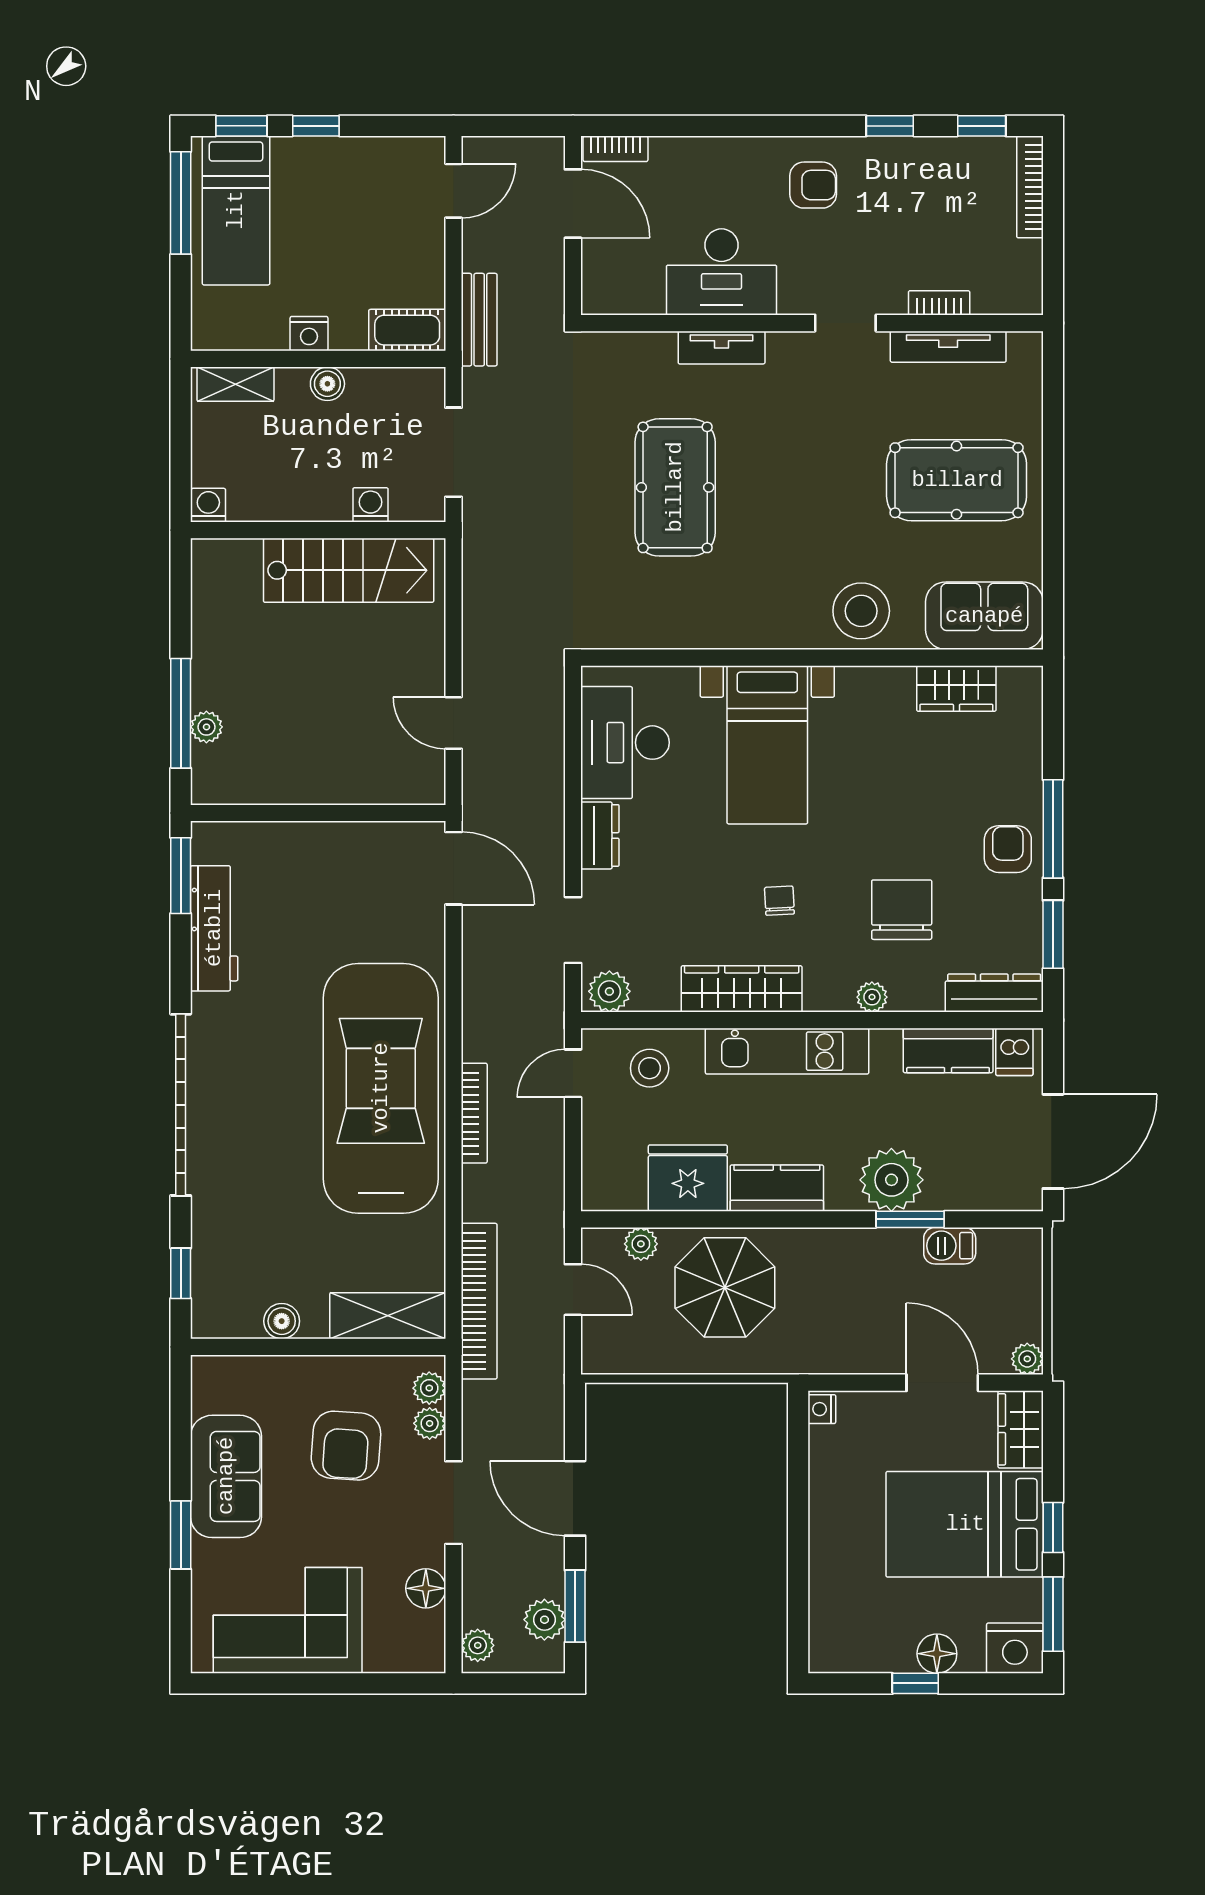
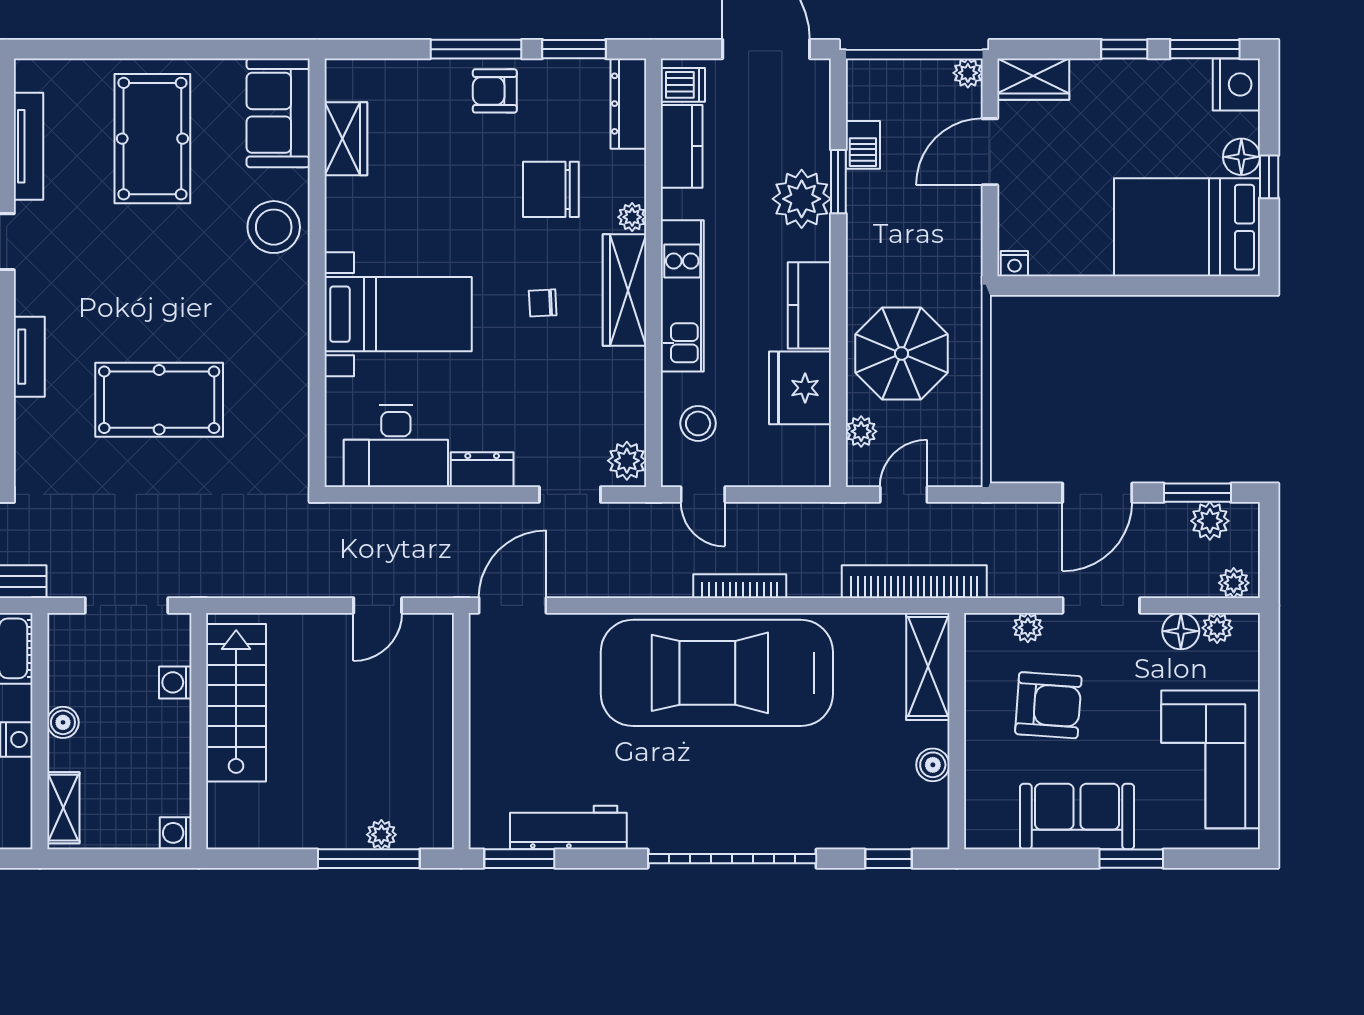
wardrobe: (742, 989) -> (625, 290), moved
plant: (429, 1388) -> (1217, 628), moved
bed: (965, 1524) -> (1187, 227), moved, turned 90

